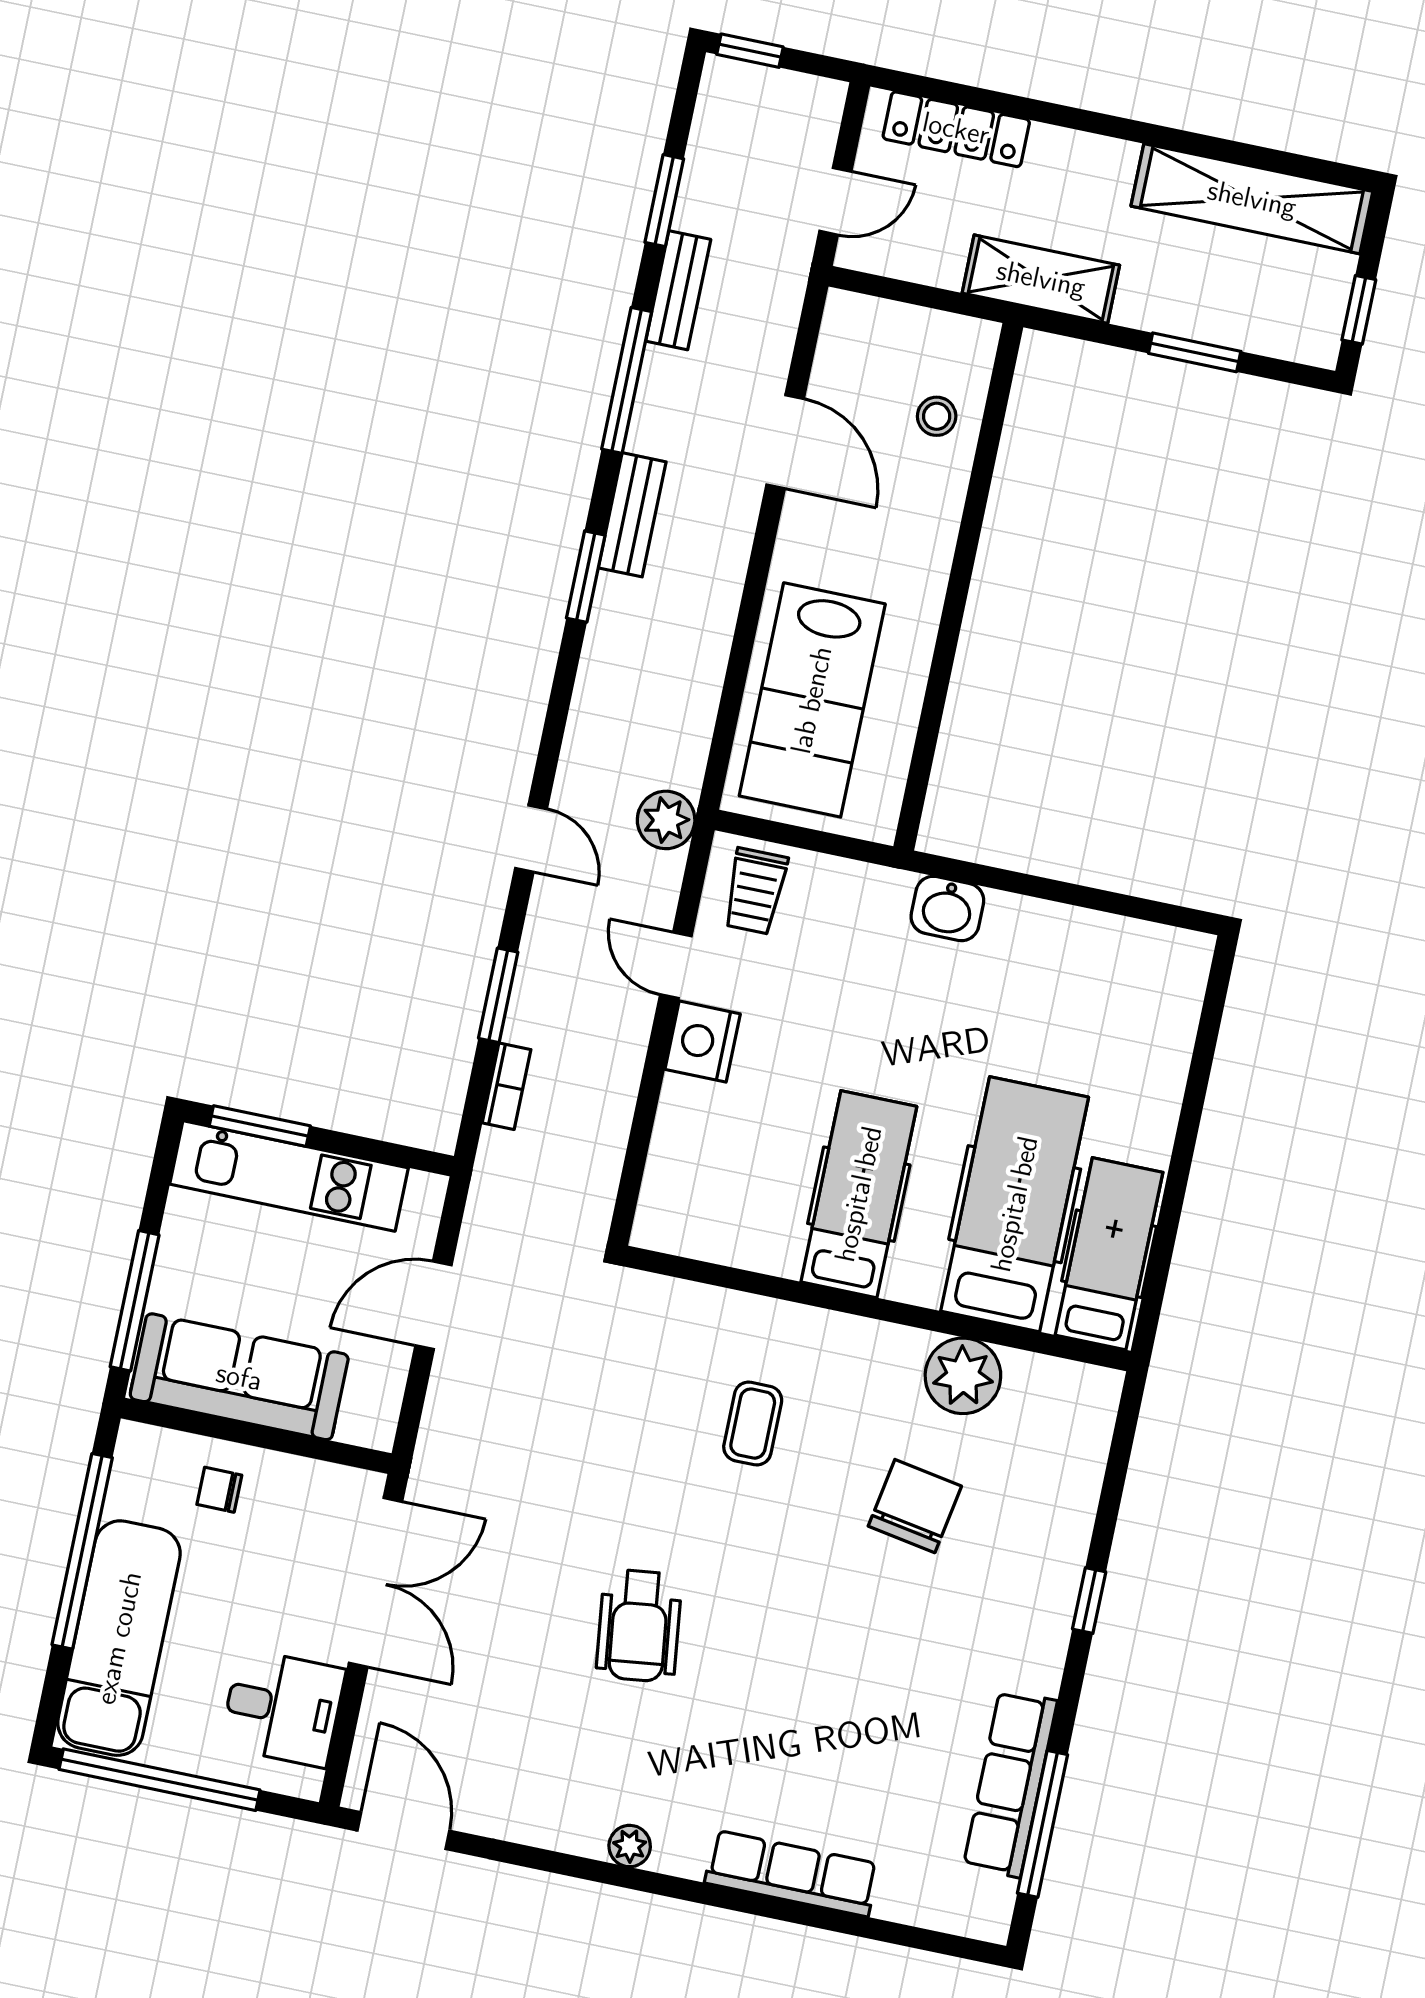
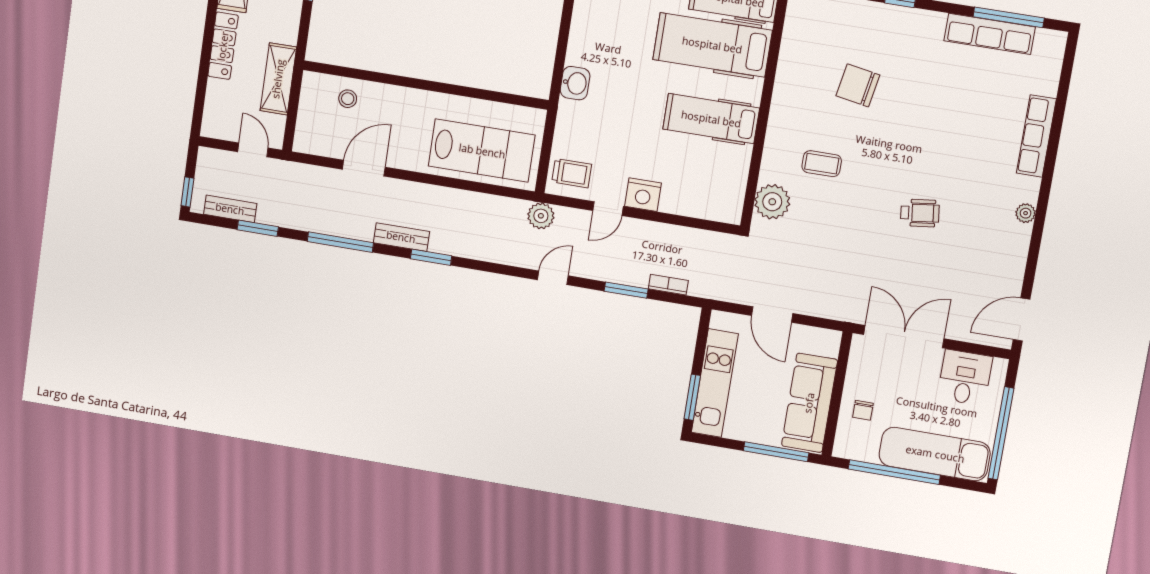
locker: (956, 129) -> (223, 46), moved
shelving: (1041, 279) -> (278, 79), moved
bench: (678, 290) -> (230, 209), moved
plant: (963, 1376) -> (772, 202), moved
wheelchair: (639, 1626) -> (920, 213), width x0.73, depth x0.73

